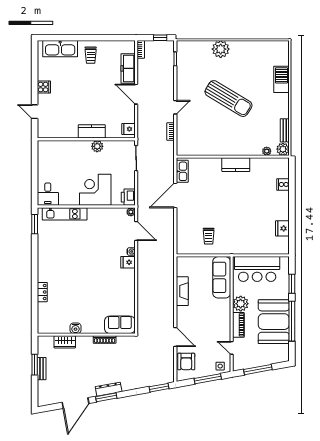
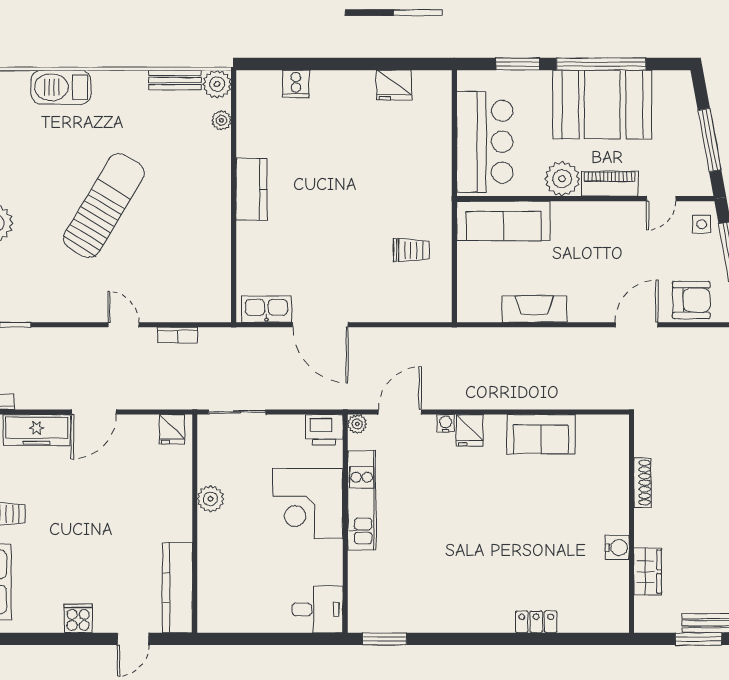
kitchen counter: (92, 131) -> (177, 588), moved, width x1.50
kitchen unit: (65, 214) -> (362, 500), moved
sofa: (120, 325) -> (541, 434), moved, turned -90

